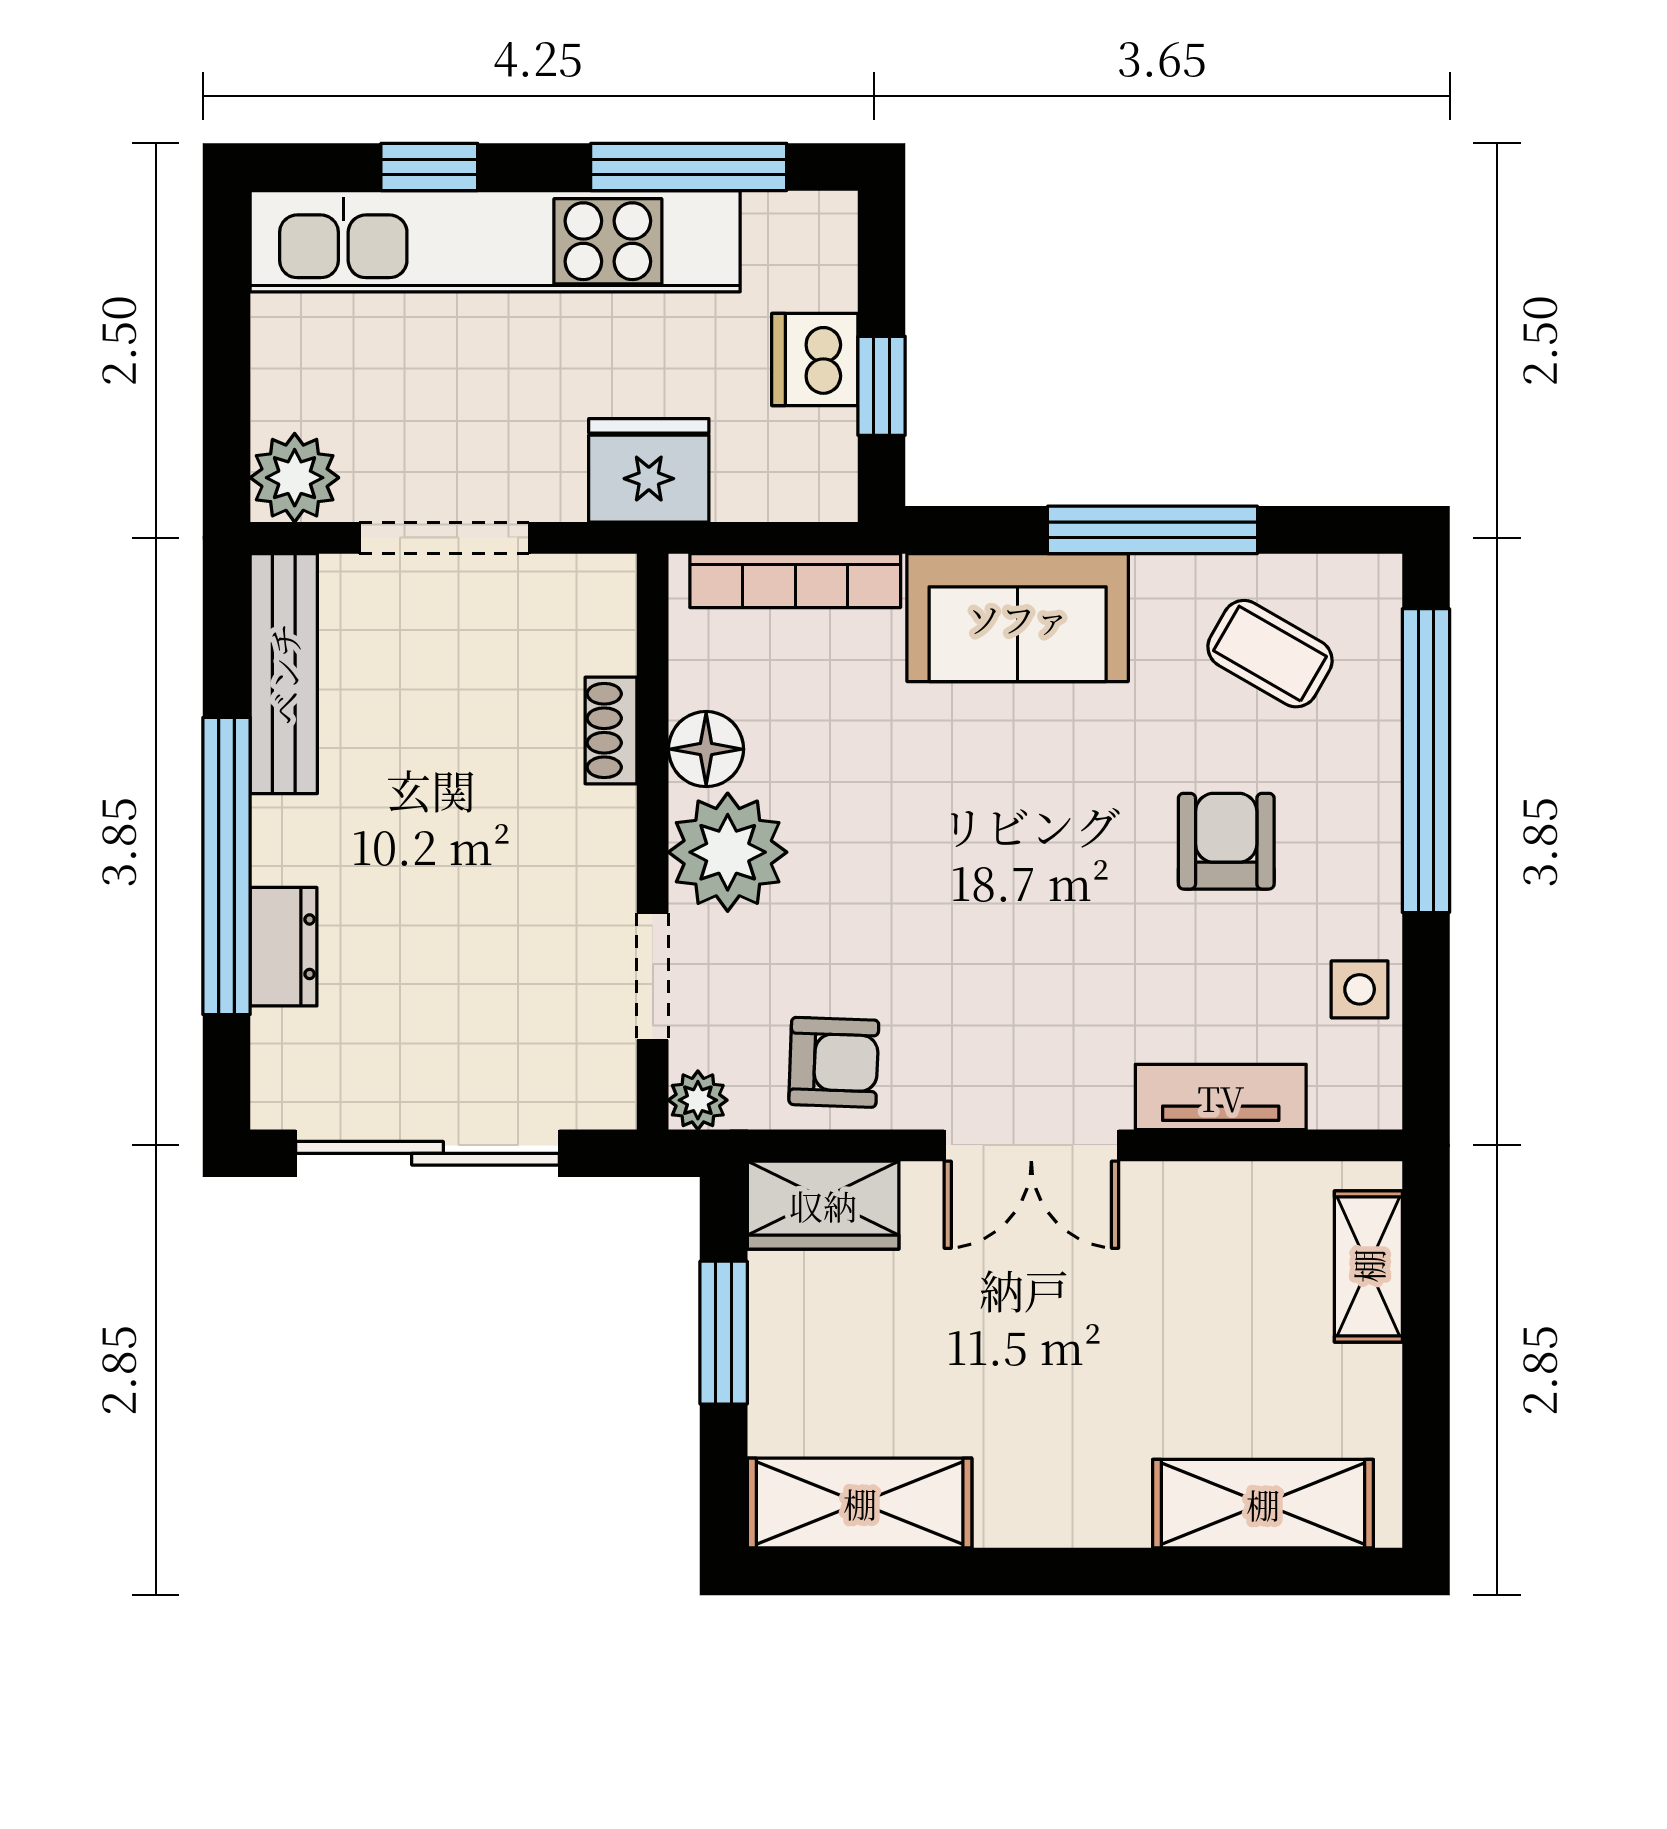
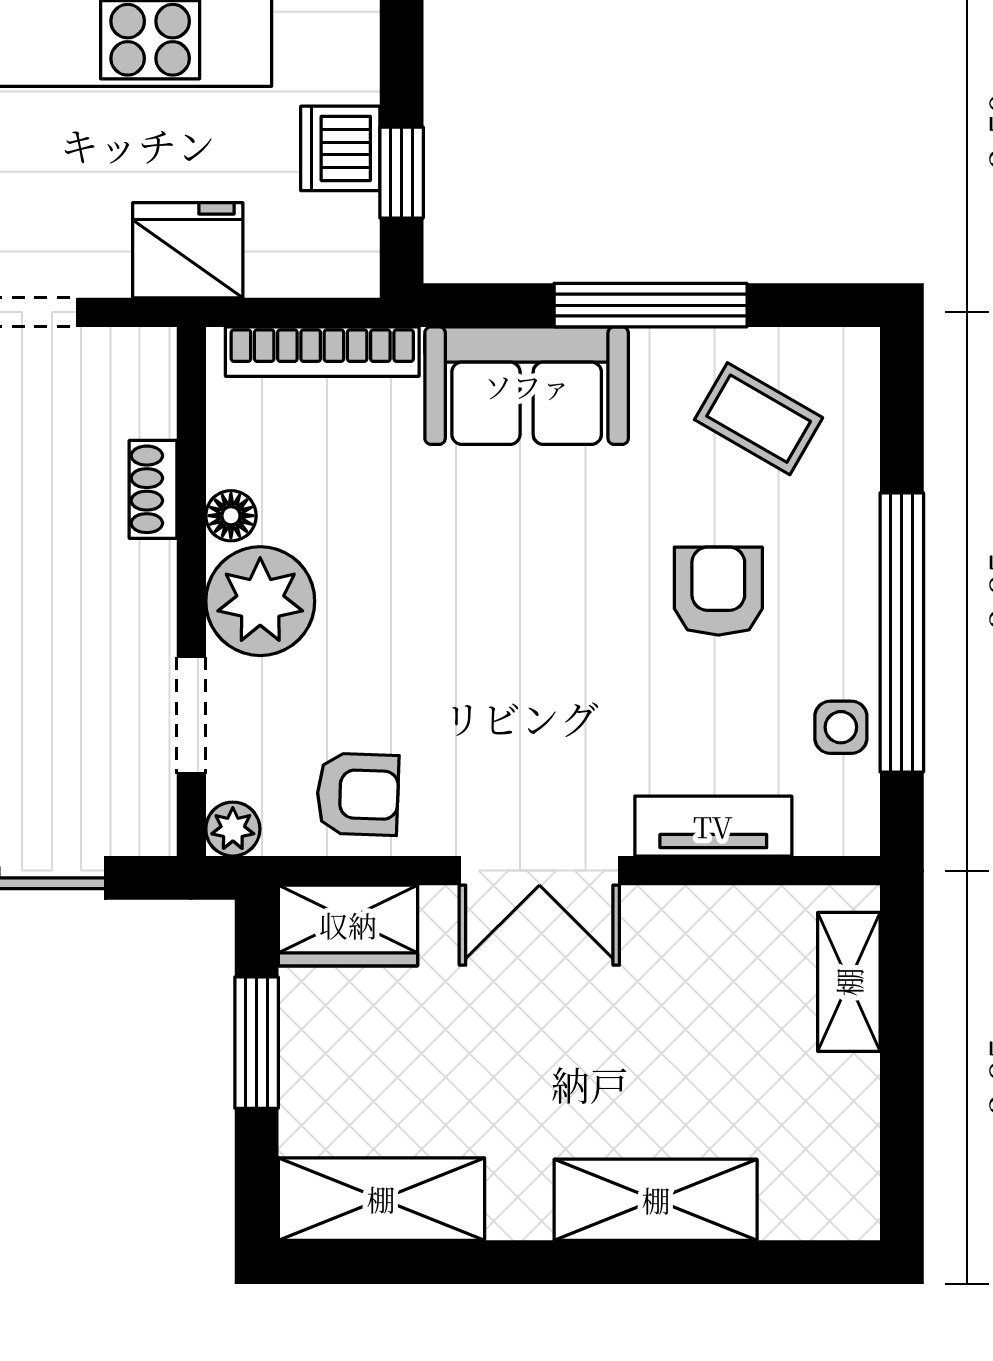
floor lamp: (706, 749) -> (231, 516), width x0.73, depth x0.73
window: (1426, 761) -> (902, 632), moved
shelving: (1263, 1504) -> (656, 1200), moved

